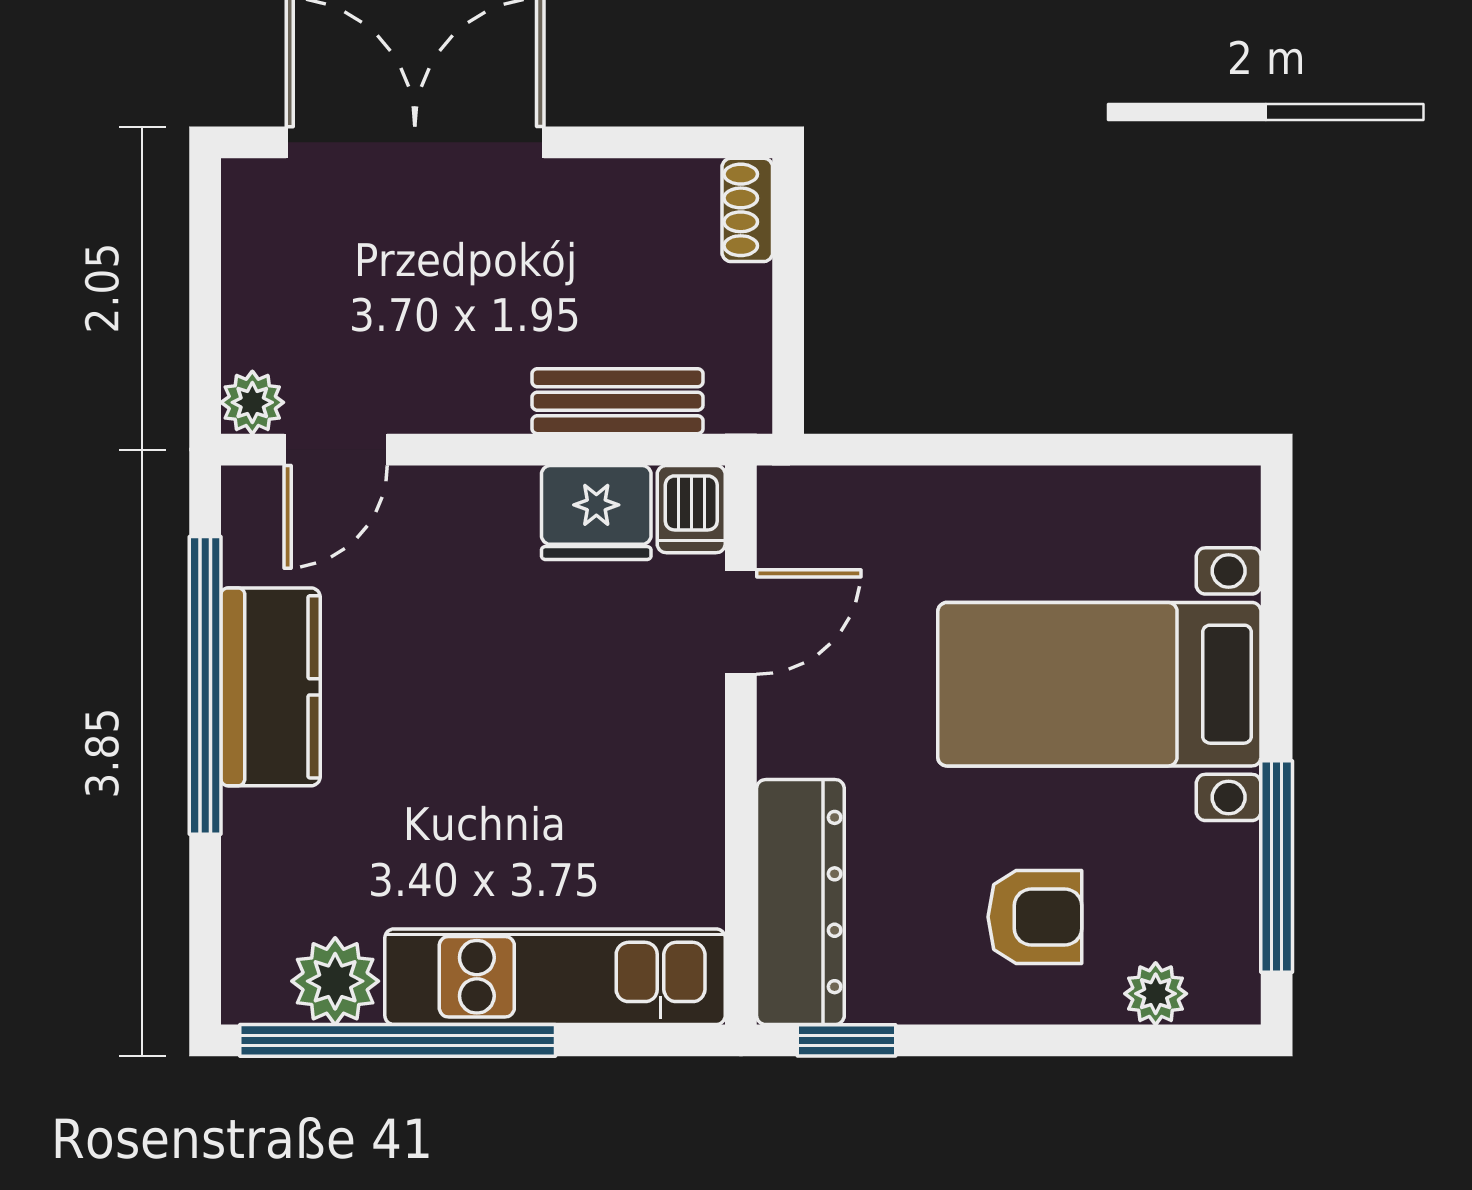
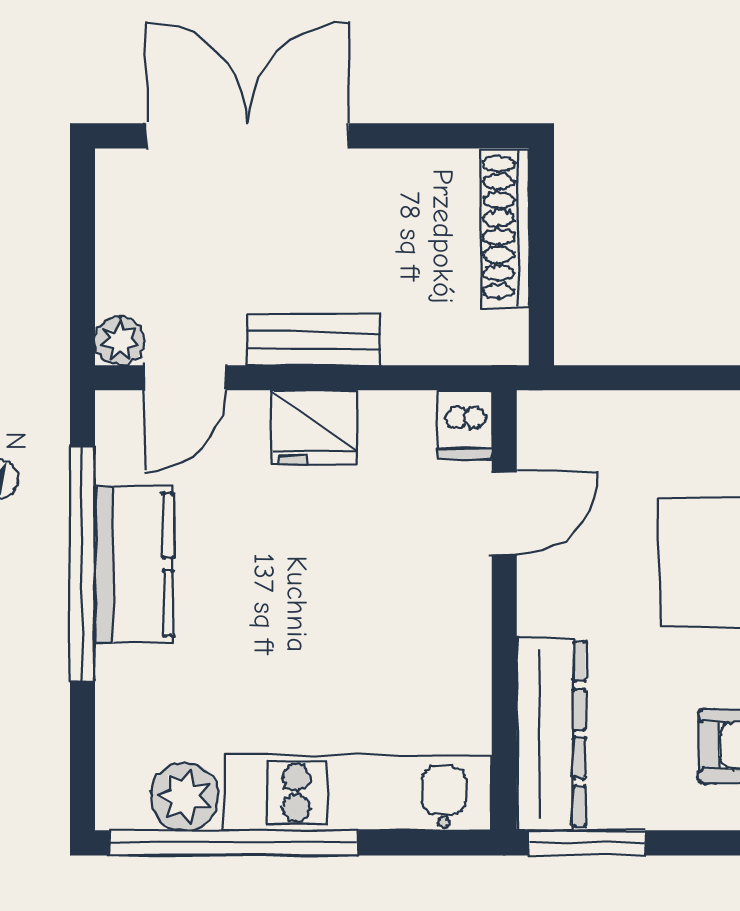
shoe rack: (747, 210) -> (504, 228), width x1.94, depth x1.24
bench: (617, 401) -> (314, 340), moved
fridge: (596, 512) -> (315, 427), moved
window: (846, 1040) -> (587, 843), width x1.50

